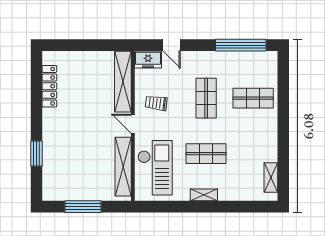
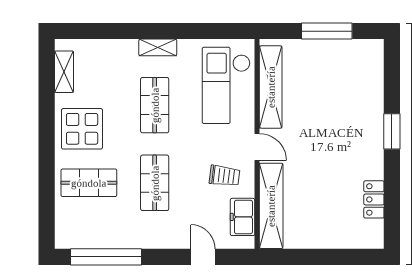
freezer: (148, 60) -> (243, 217), moved, turned -90
locker: (49, 86) -> (374, 199), width x0.66
display table: (258, 137) -> (82, 129), added
window: (37, 153) -> (392, 131), moved
shop shelf: (206, 154) -> (155, 105), turned 90

